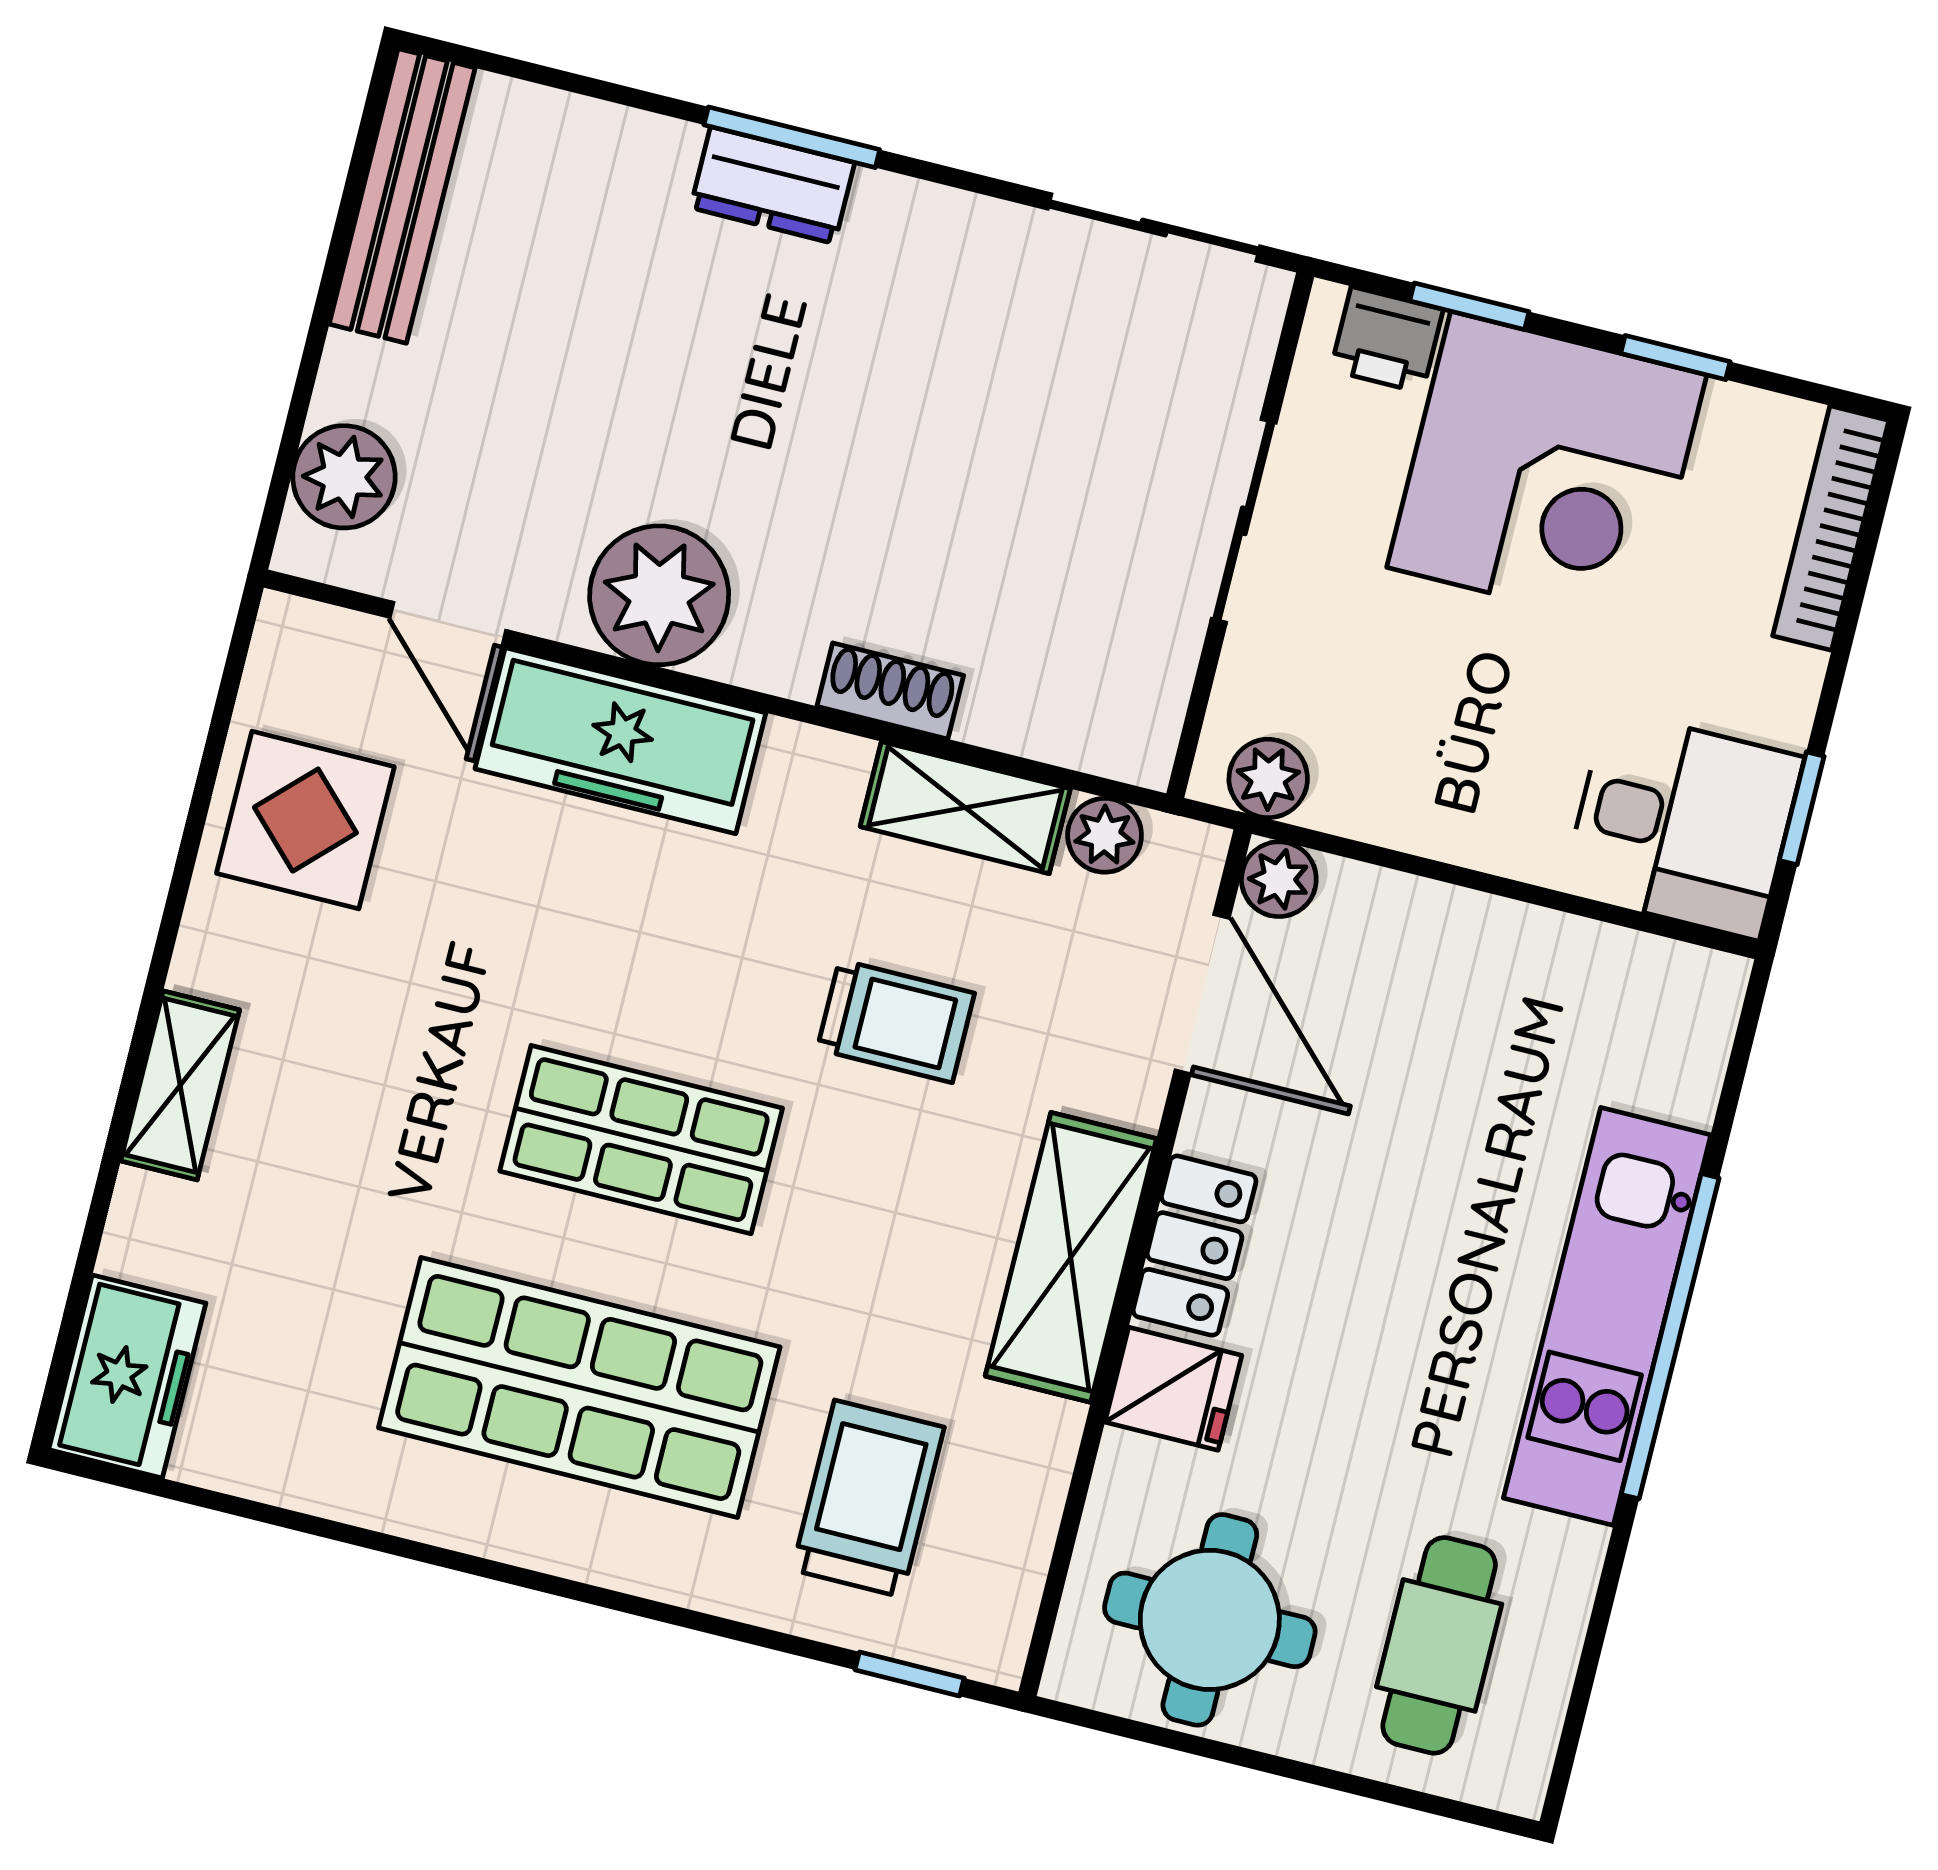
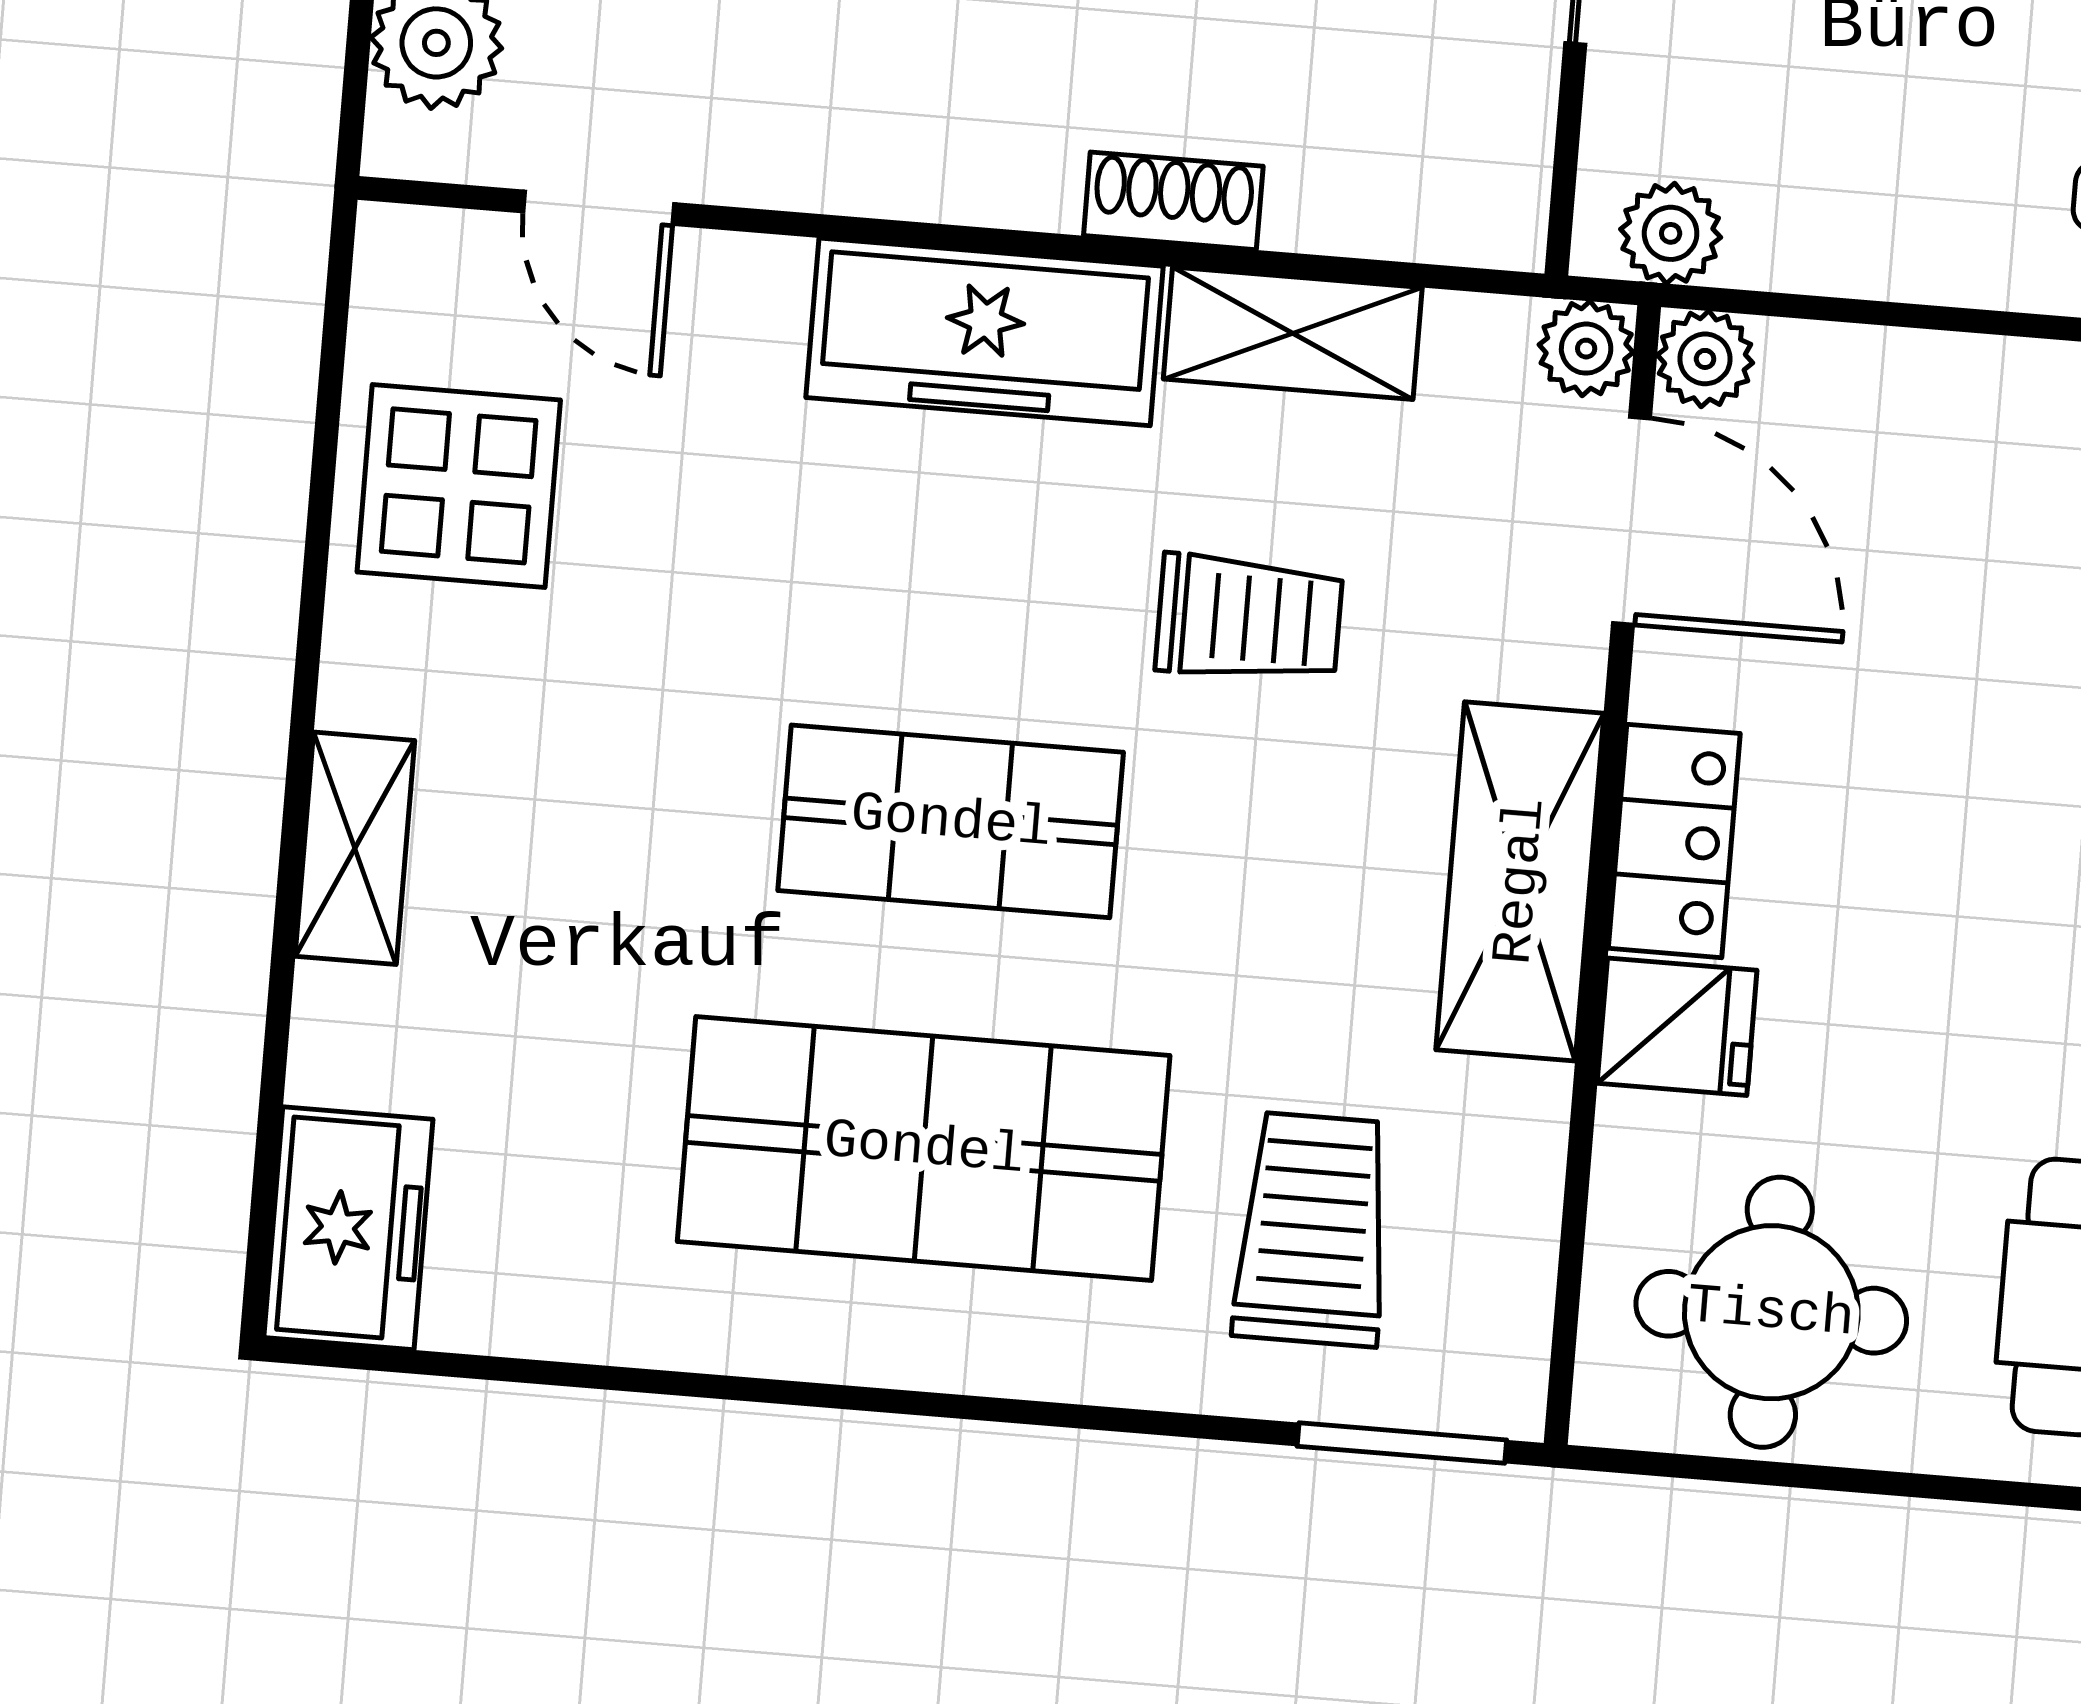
plant: (659, 595) -> (860, 128), removed
freezer: (620, 741) -> (985, 332), moved
plant: (1105, 835) -> (1586, 349), moved
window: (910, 1674) -> (1402, 1443), width x1.50

